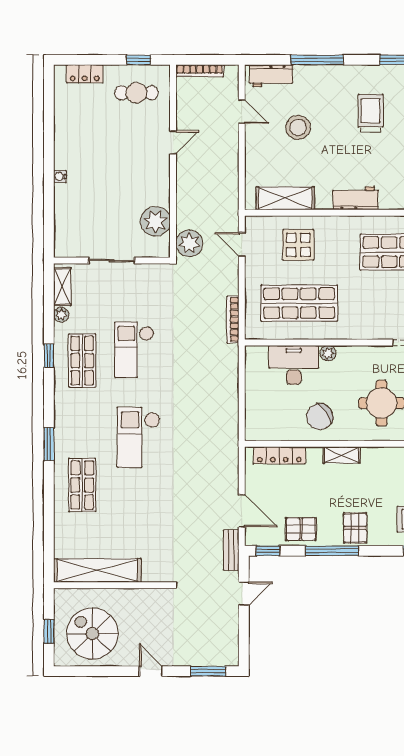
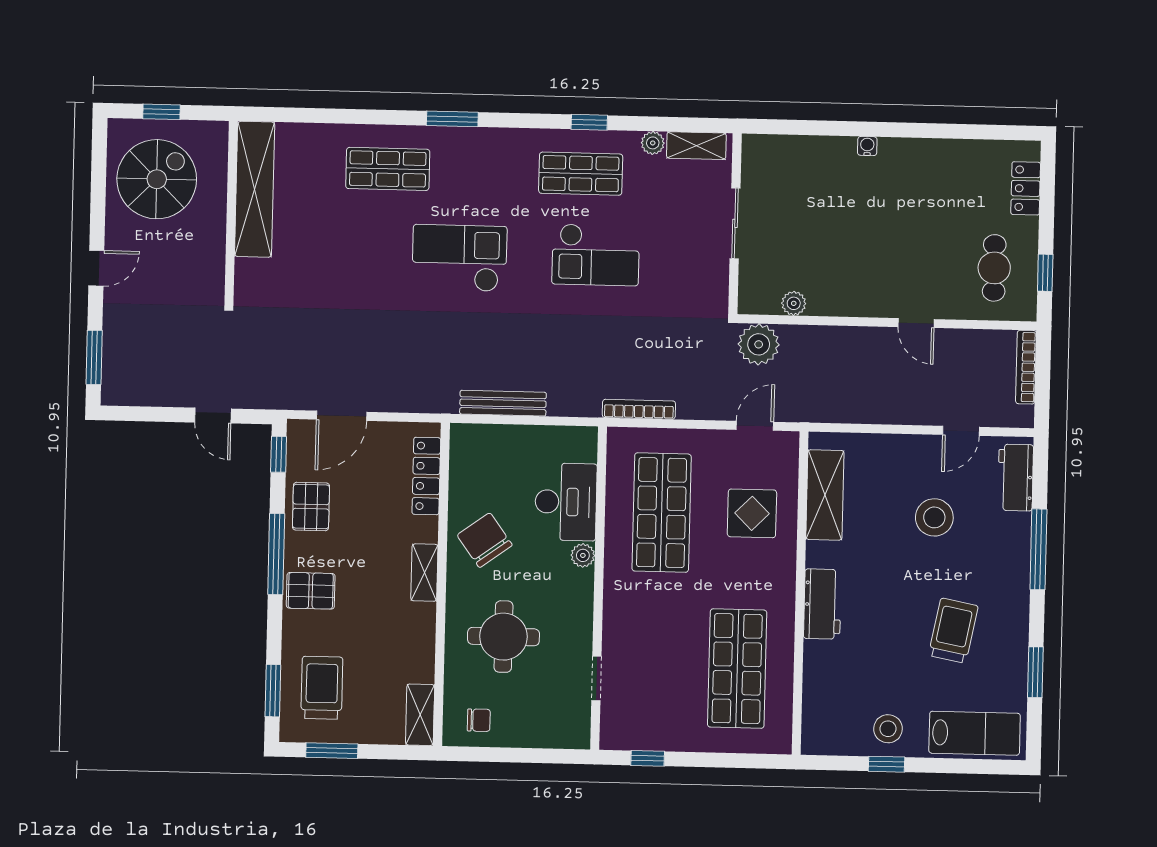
trolley: (371, 113) -> (953, 631), turned -79
plant: (155, 221) -> (794, 303), width x0.53, depth x0.53
checkout: (134, 350) -> (596, 255), turned 180
bench: (231, 550) -> (503, 403), moved, width x1.36

